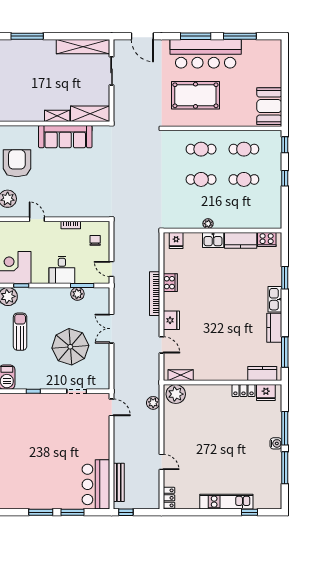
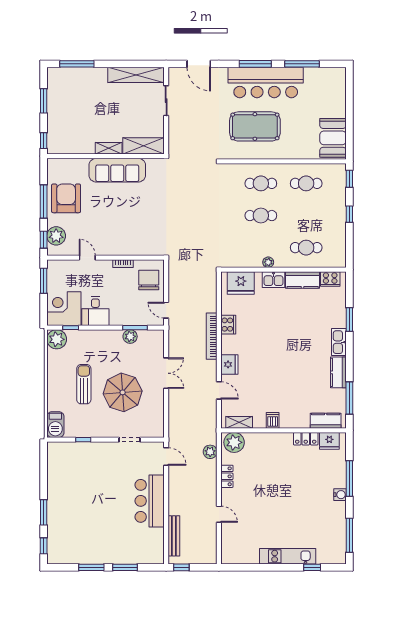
cafe table: (244, 179) -> (306, 248), moved
chair: (95, 240) -> (149, 280), width x1.87, depth x1.87
fridge: (176, 240) -> (241, 283), width x1.88, depth x1.34
desk: (62, 270) -> (95, 311), moved
double door: (112, 329) -> (166, 373), swing flipped
sun lounger: (20, 332) -> (84, 384), moved
dishwasher: (212, 373) -> (273, 420), added
window: (285, 468) -> (349, 535), moved
bar counter: (96, 484) -> (150, 501), moved
locker: (169, 498) -> (227, 476), moved

